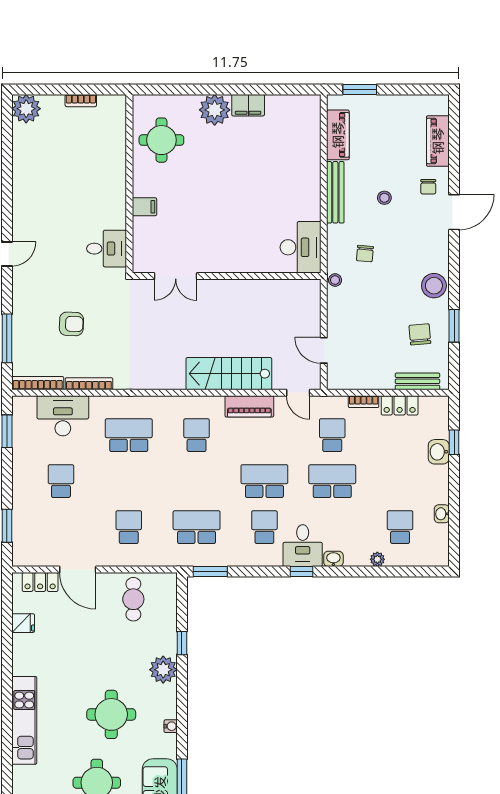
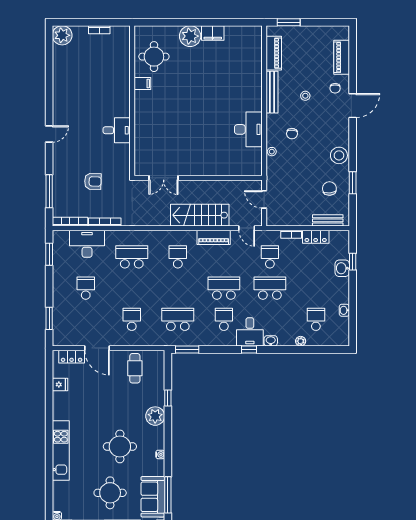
filing cabinet: (144, 207) -> (142, 83), moved
double door: (176, 276) -> (164, 178), moved
wall: (227, 276) -> (198, 178), moved

